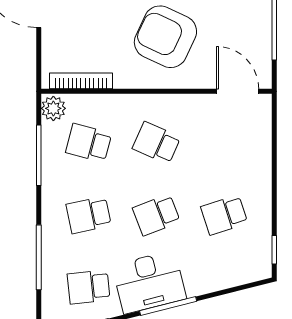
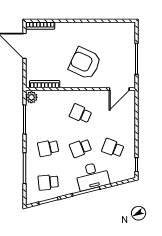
door: (238, 91) -> (119, 89), swing flipped
school desk: (89, 143) -> (48, 114), removed
school desk: (224, 215) -> (113, 148), turned 39
desk: (149, 282) -> (92, 176), moved

